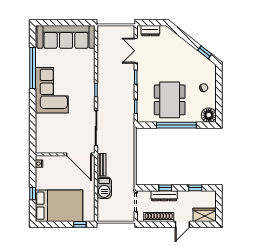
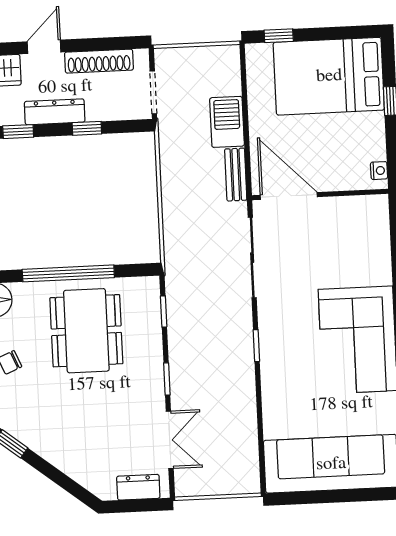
dresser: (164, 196) -> (55, 112), moved

